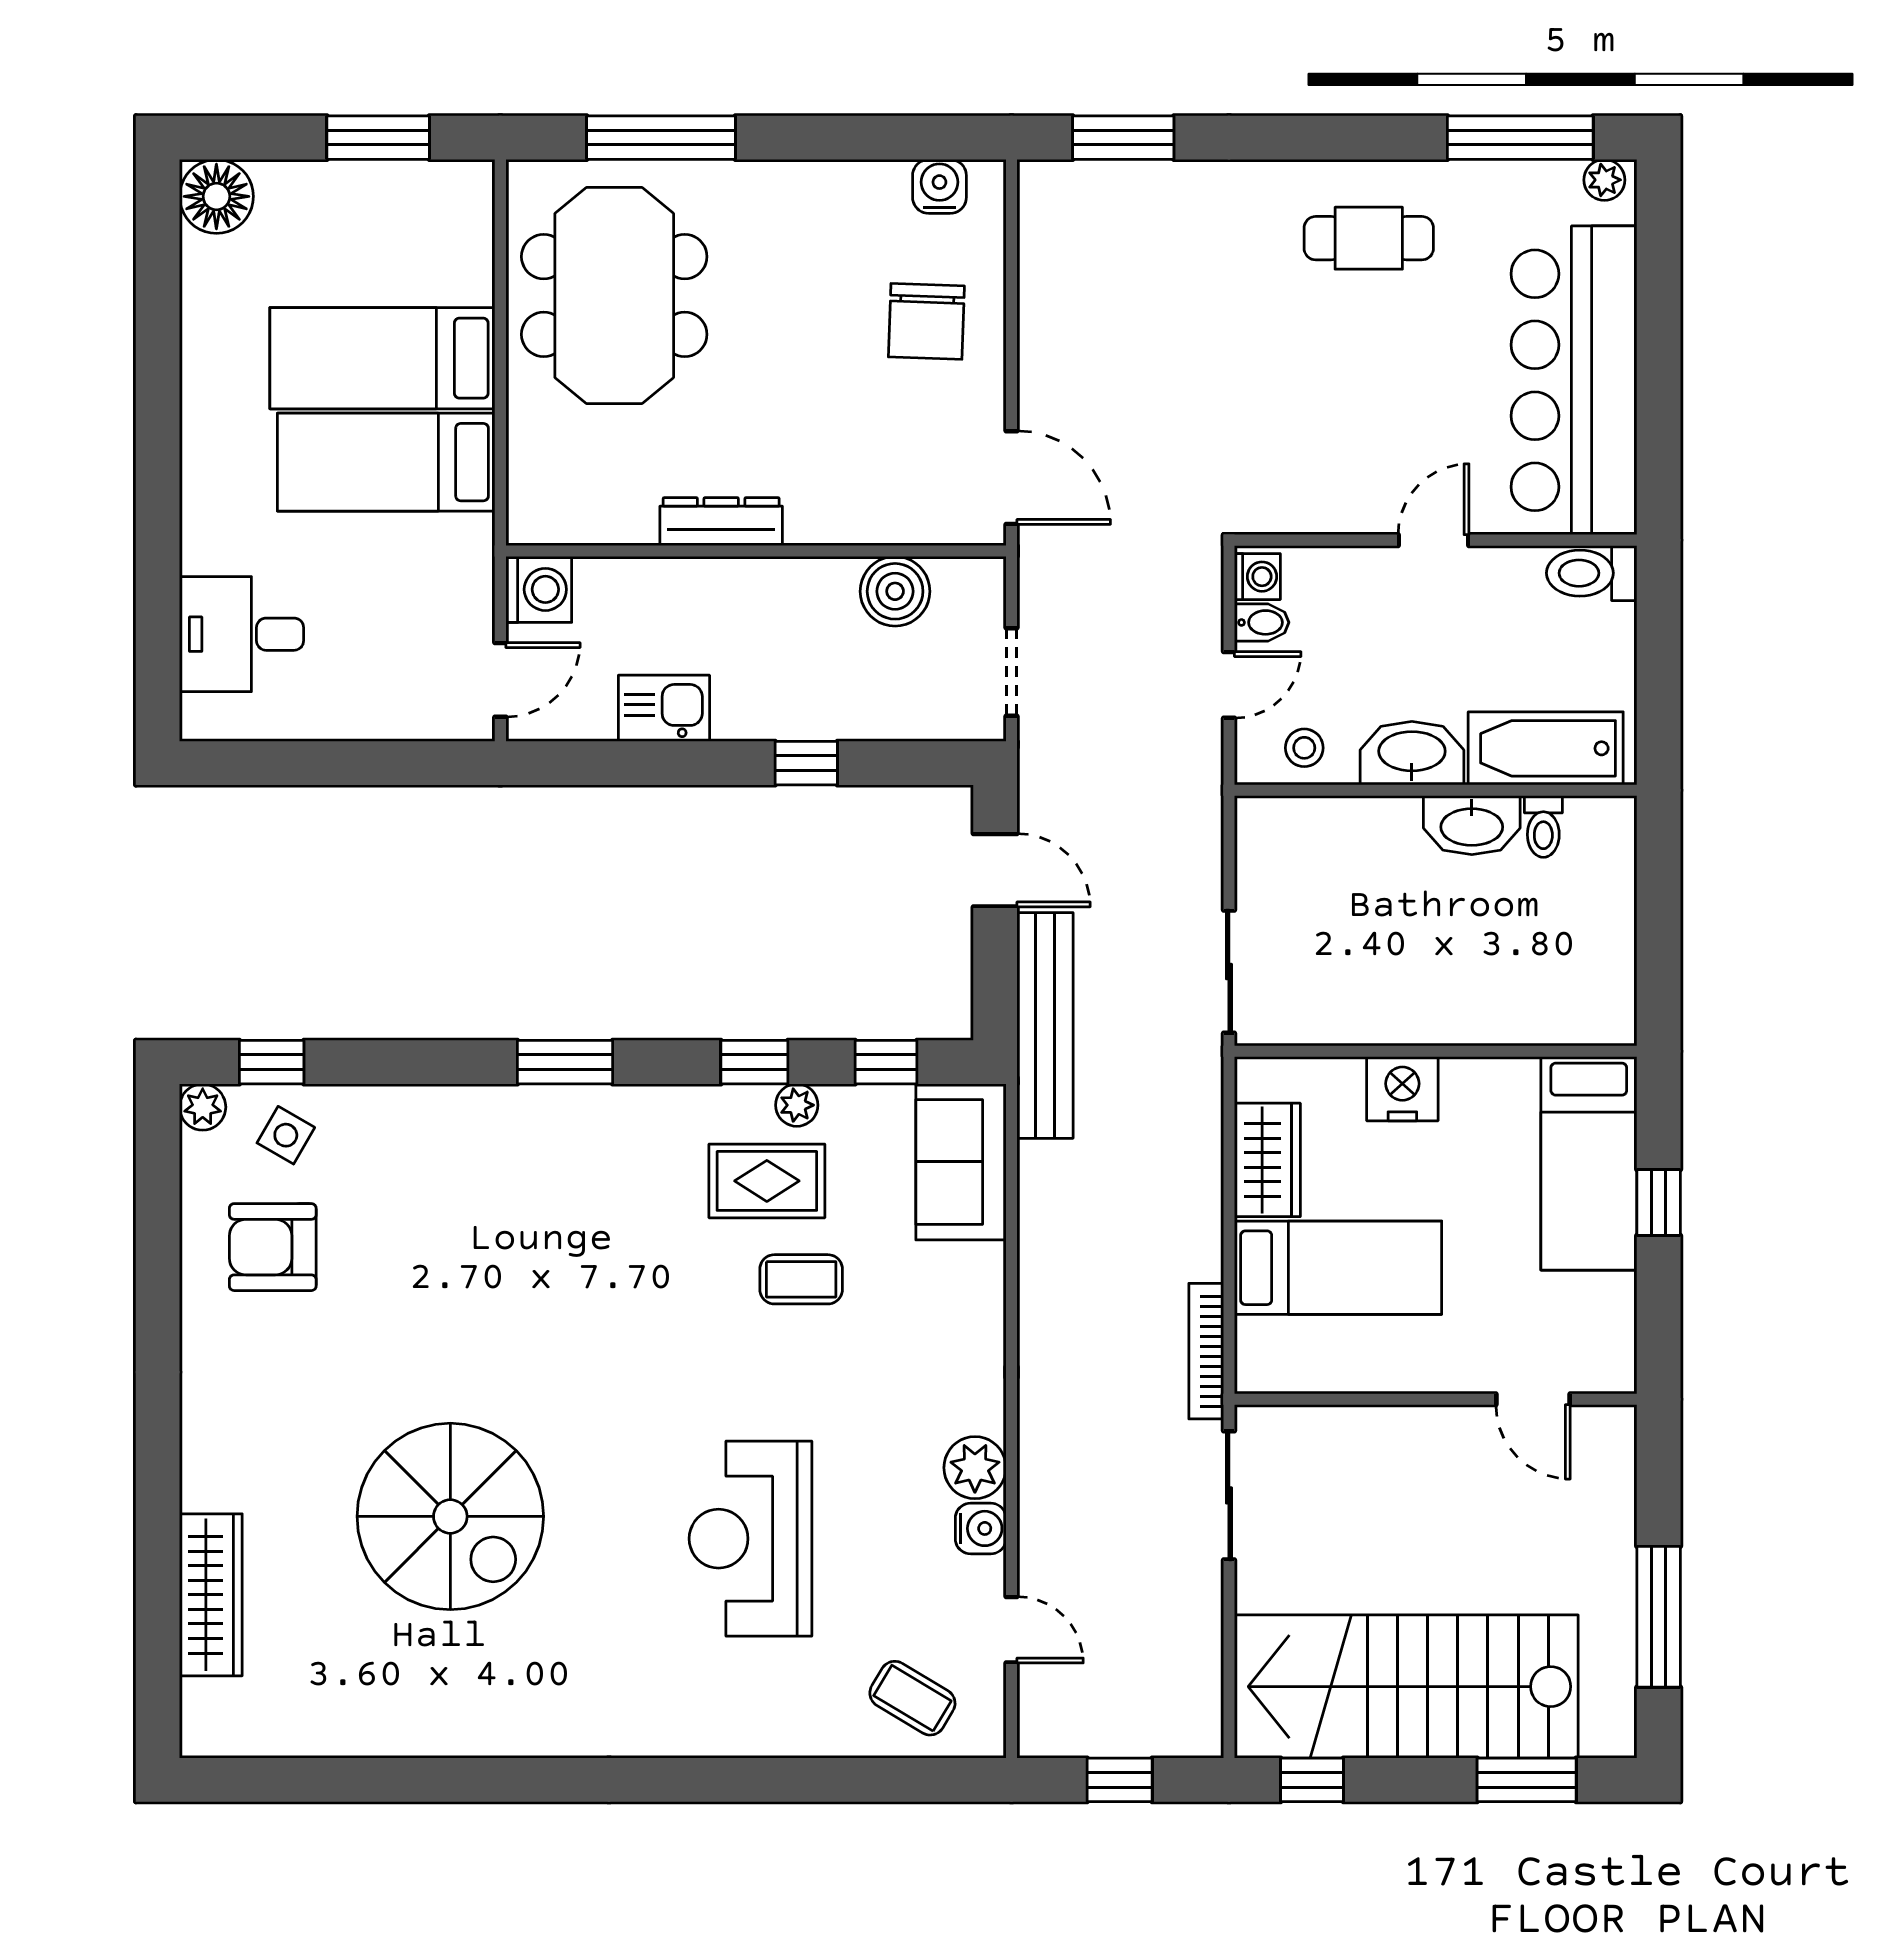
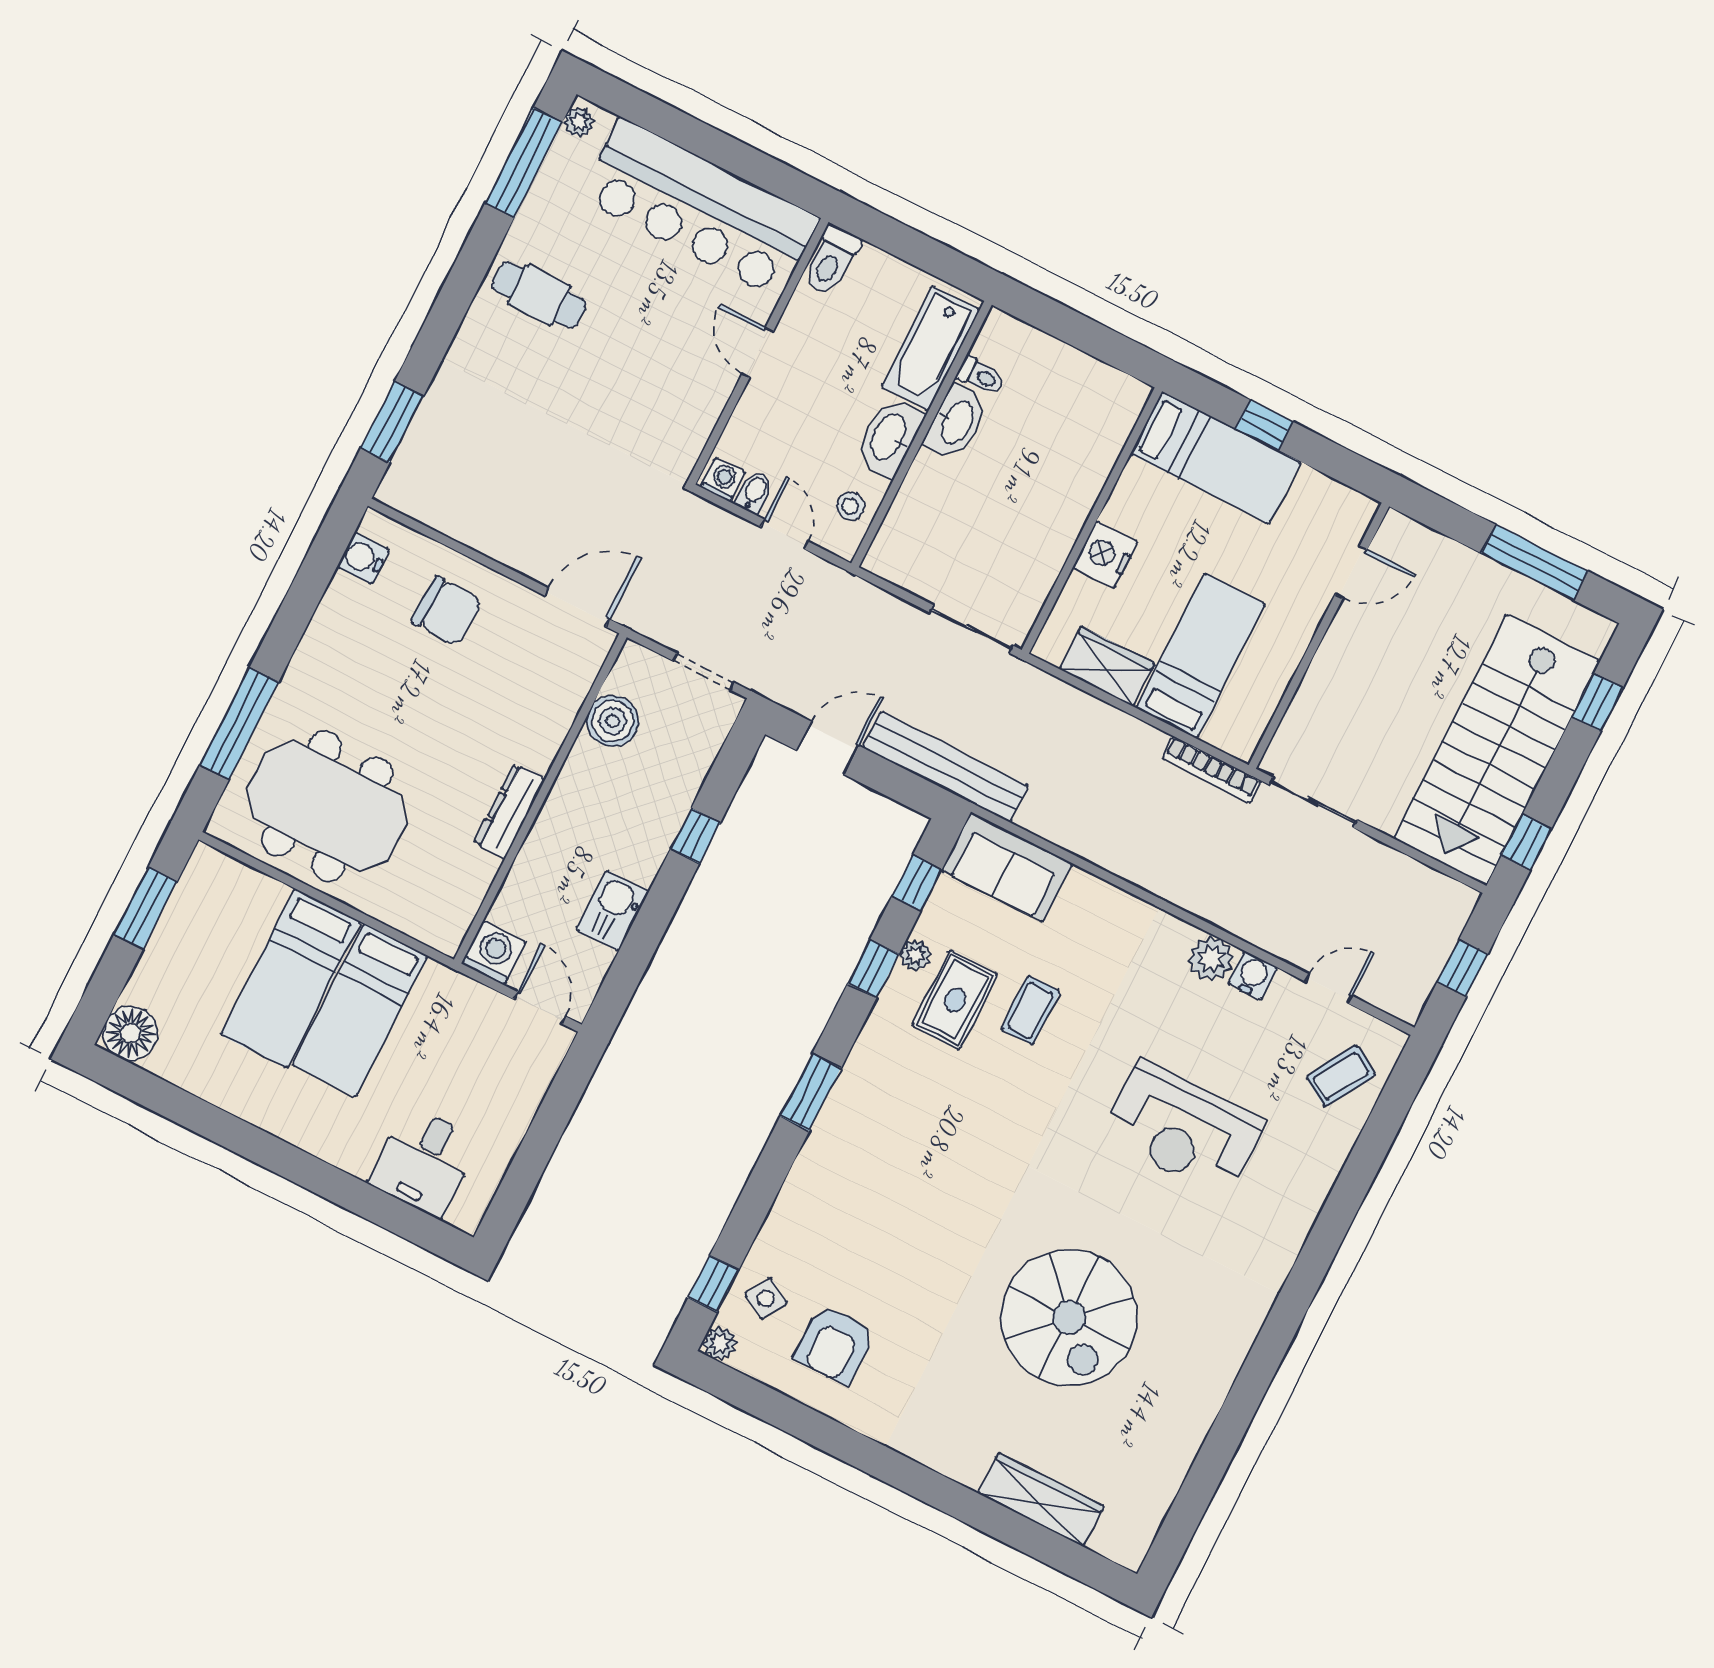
cafe table: (1369, 238) -> (539, 295), turned 90
spiral stairs: (450, 1516) -> (1069, 1317), turned 90
window: (1527, 1780) -> (1597, 702), width x0.67

